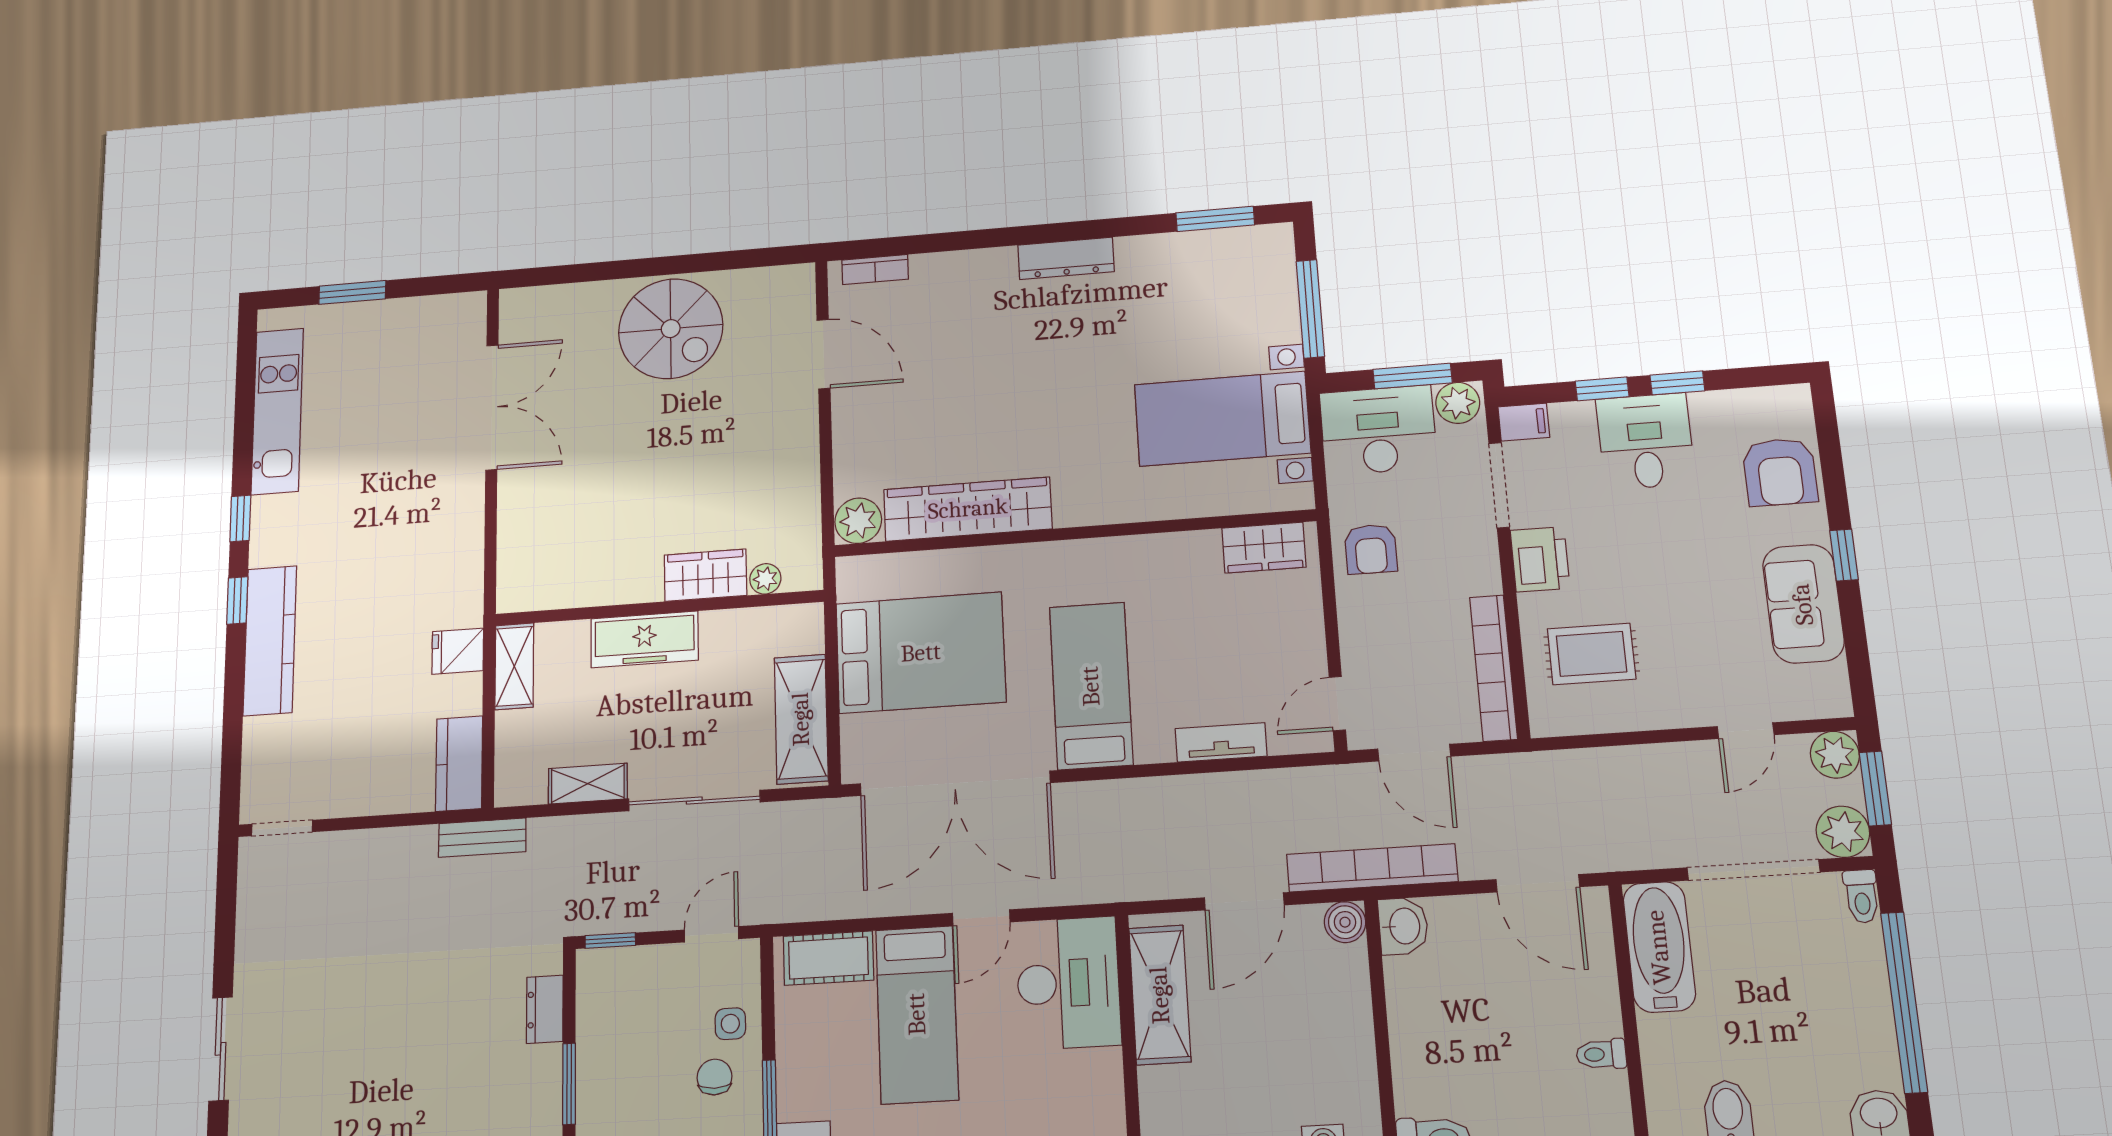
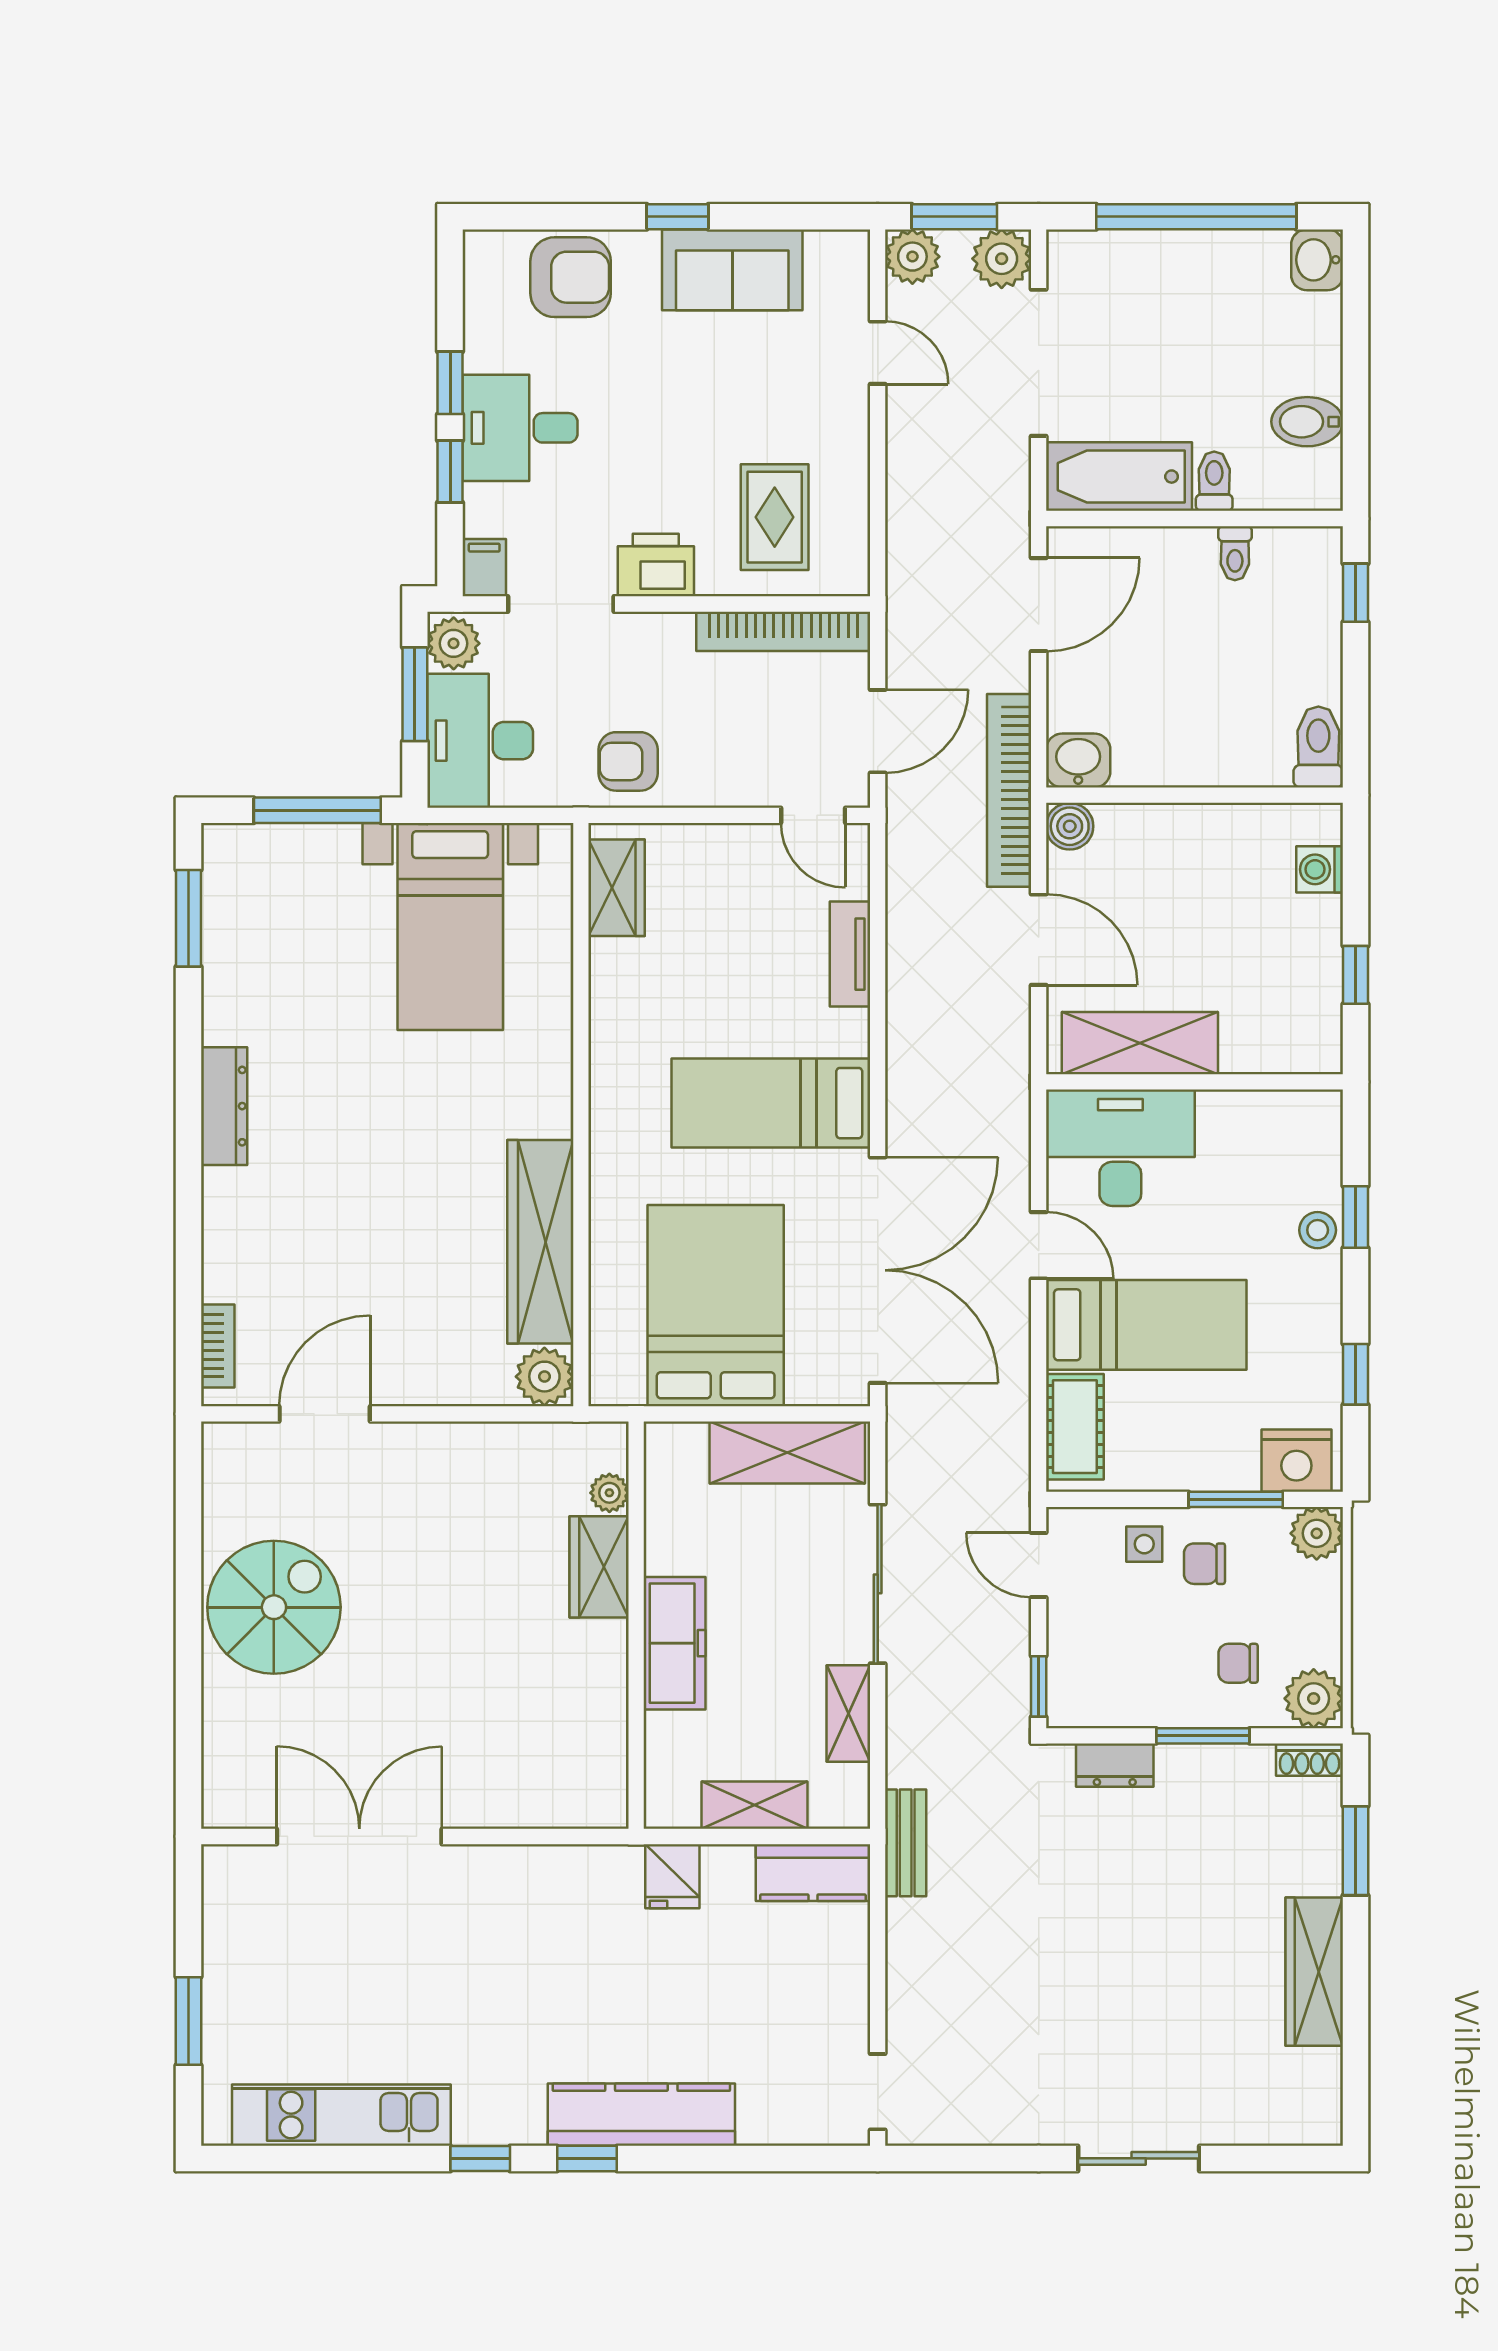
armchair: (1371, 549) -> (628, 761), turned 180
shelving: (514, 666) -> (755, 1805), moved
toilet: (1862, 896) -> (1214, 481), moved, turned -90
chair: (630, 1111) -> (1238, 1663), added

